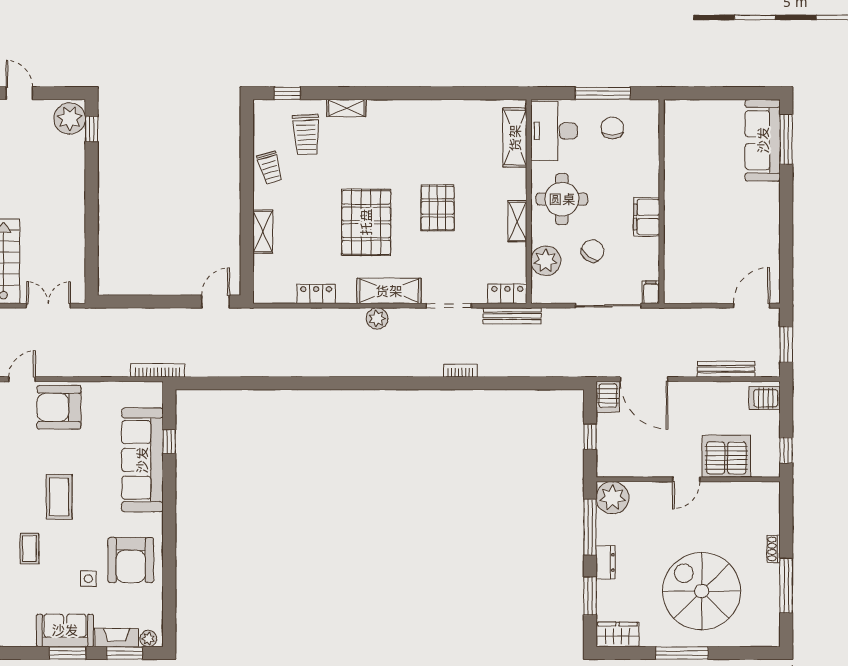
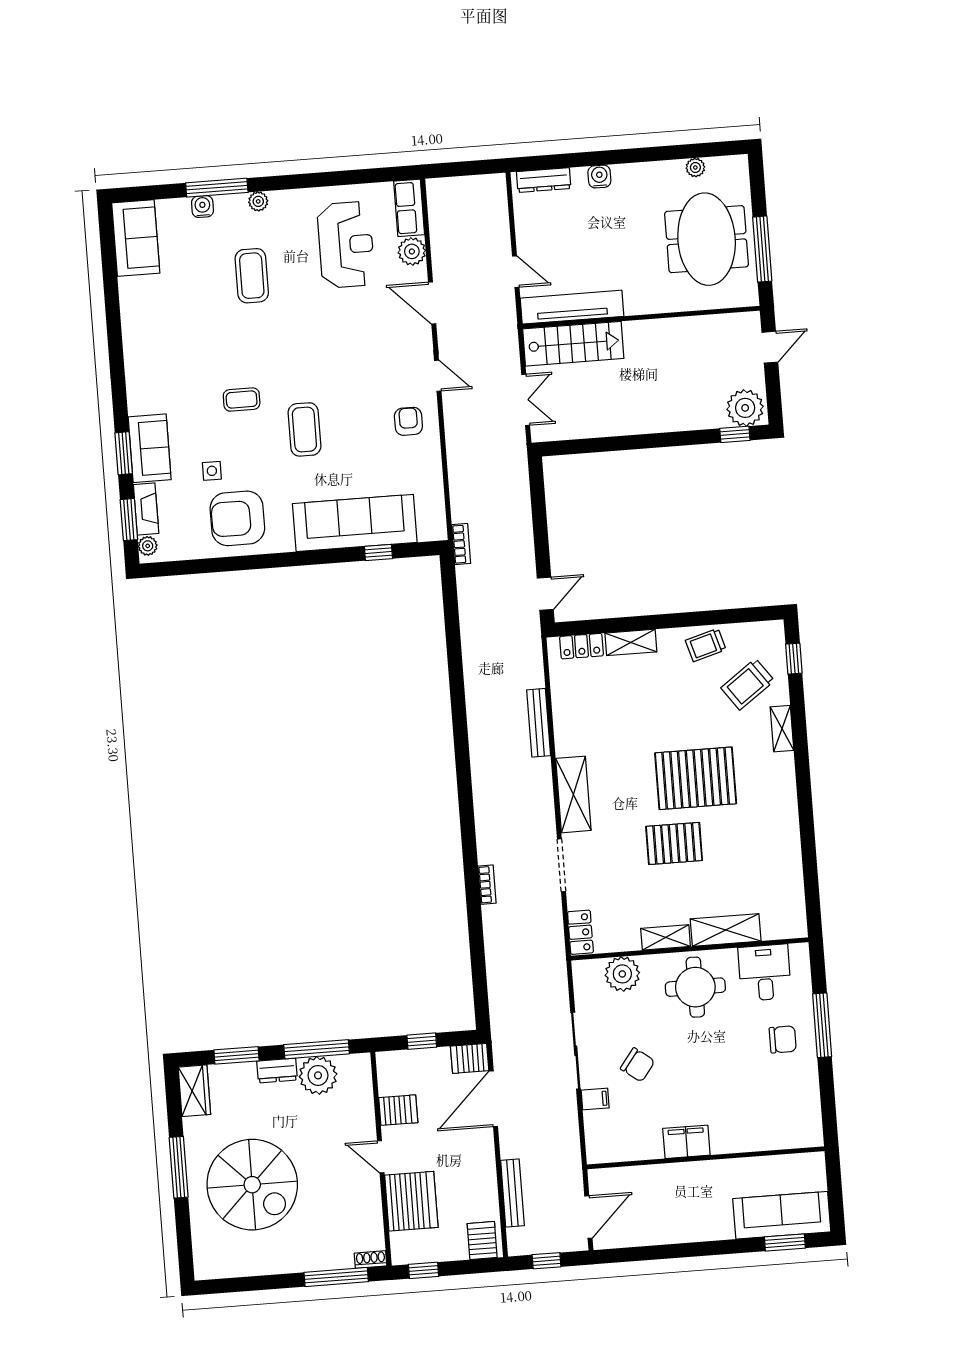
desk: (554, 131) -> (765, 973), width x0.73
trolley: (306, 135) -> (748, 684), turned -33
shelving: (515, 138) -> (726, 930), moved
window: (786, 139) -> (785, 1242), width x0.69
wall: (662, 202) -> (706, 1158), moved
filing cabinet: (647, 217) -> (686, 1142), moved
pallet: (366, 222) -> (696, 778), moved
chair: (592, 251) -> (638, 1065), moved
locker: (316, 294) -> (581, 646), moved, turned 90
door: (215, 302) -> (545, 594), hinge flipped
door: (752, 306) -> (588, 1217), hinge flipped
bench: (512, 316) -> (539, 723), moved
plant: (377, 318) -> (540, 783), removed
window: (786, 344) -> (547, 1261), width x0.67
bookcase: (158, 370) -> (461, 544), width x0.64
armchair: (59, 407) -> (408, 421), width x0.53, depth x0.53
server rack: (647, 461) -> (398, 1110), added
coffee table: (59, 497) -> (304, 429), turned 90
plant: (613, 498) -> (318, 1075), moved
shoe rack: (773, 549) -> (371, 1259), moved
window: (786, 586) -> (336, 1277), moved
spiral stairs: (702, 591) -> (252, 1185), turned 90

